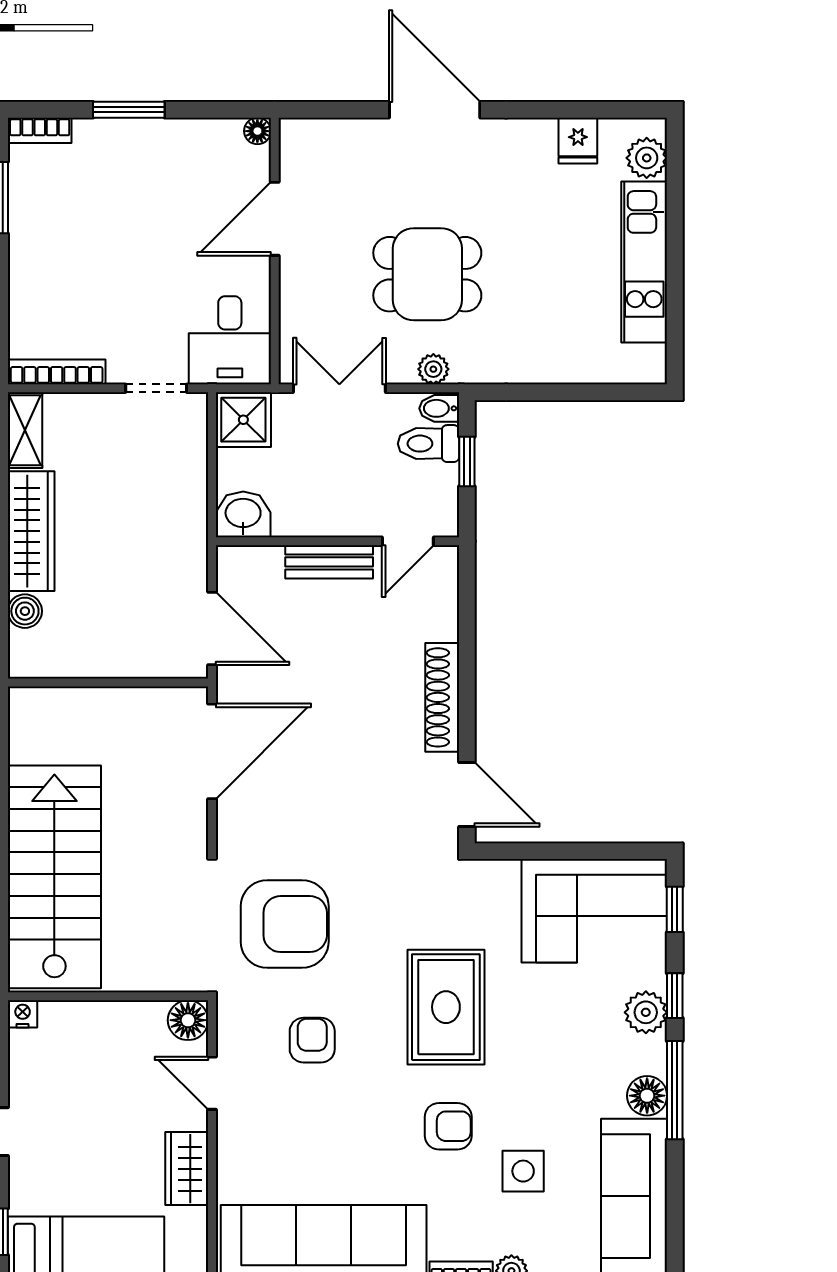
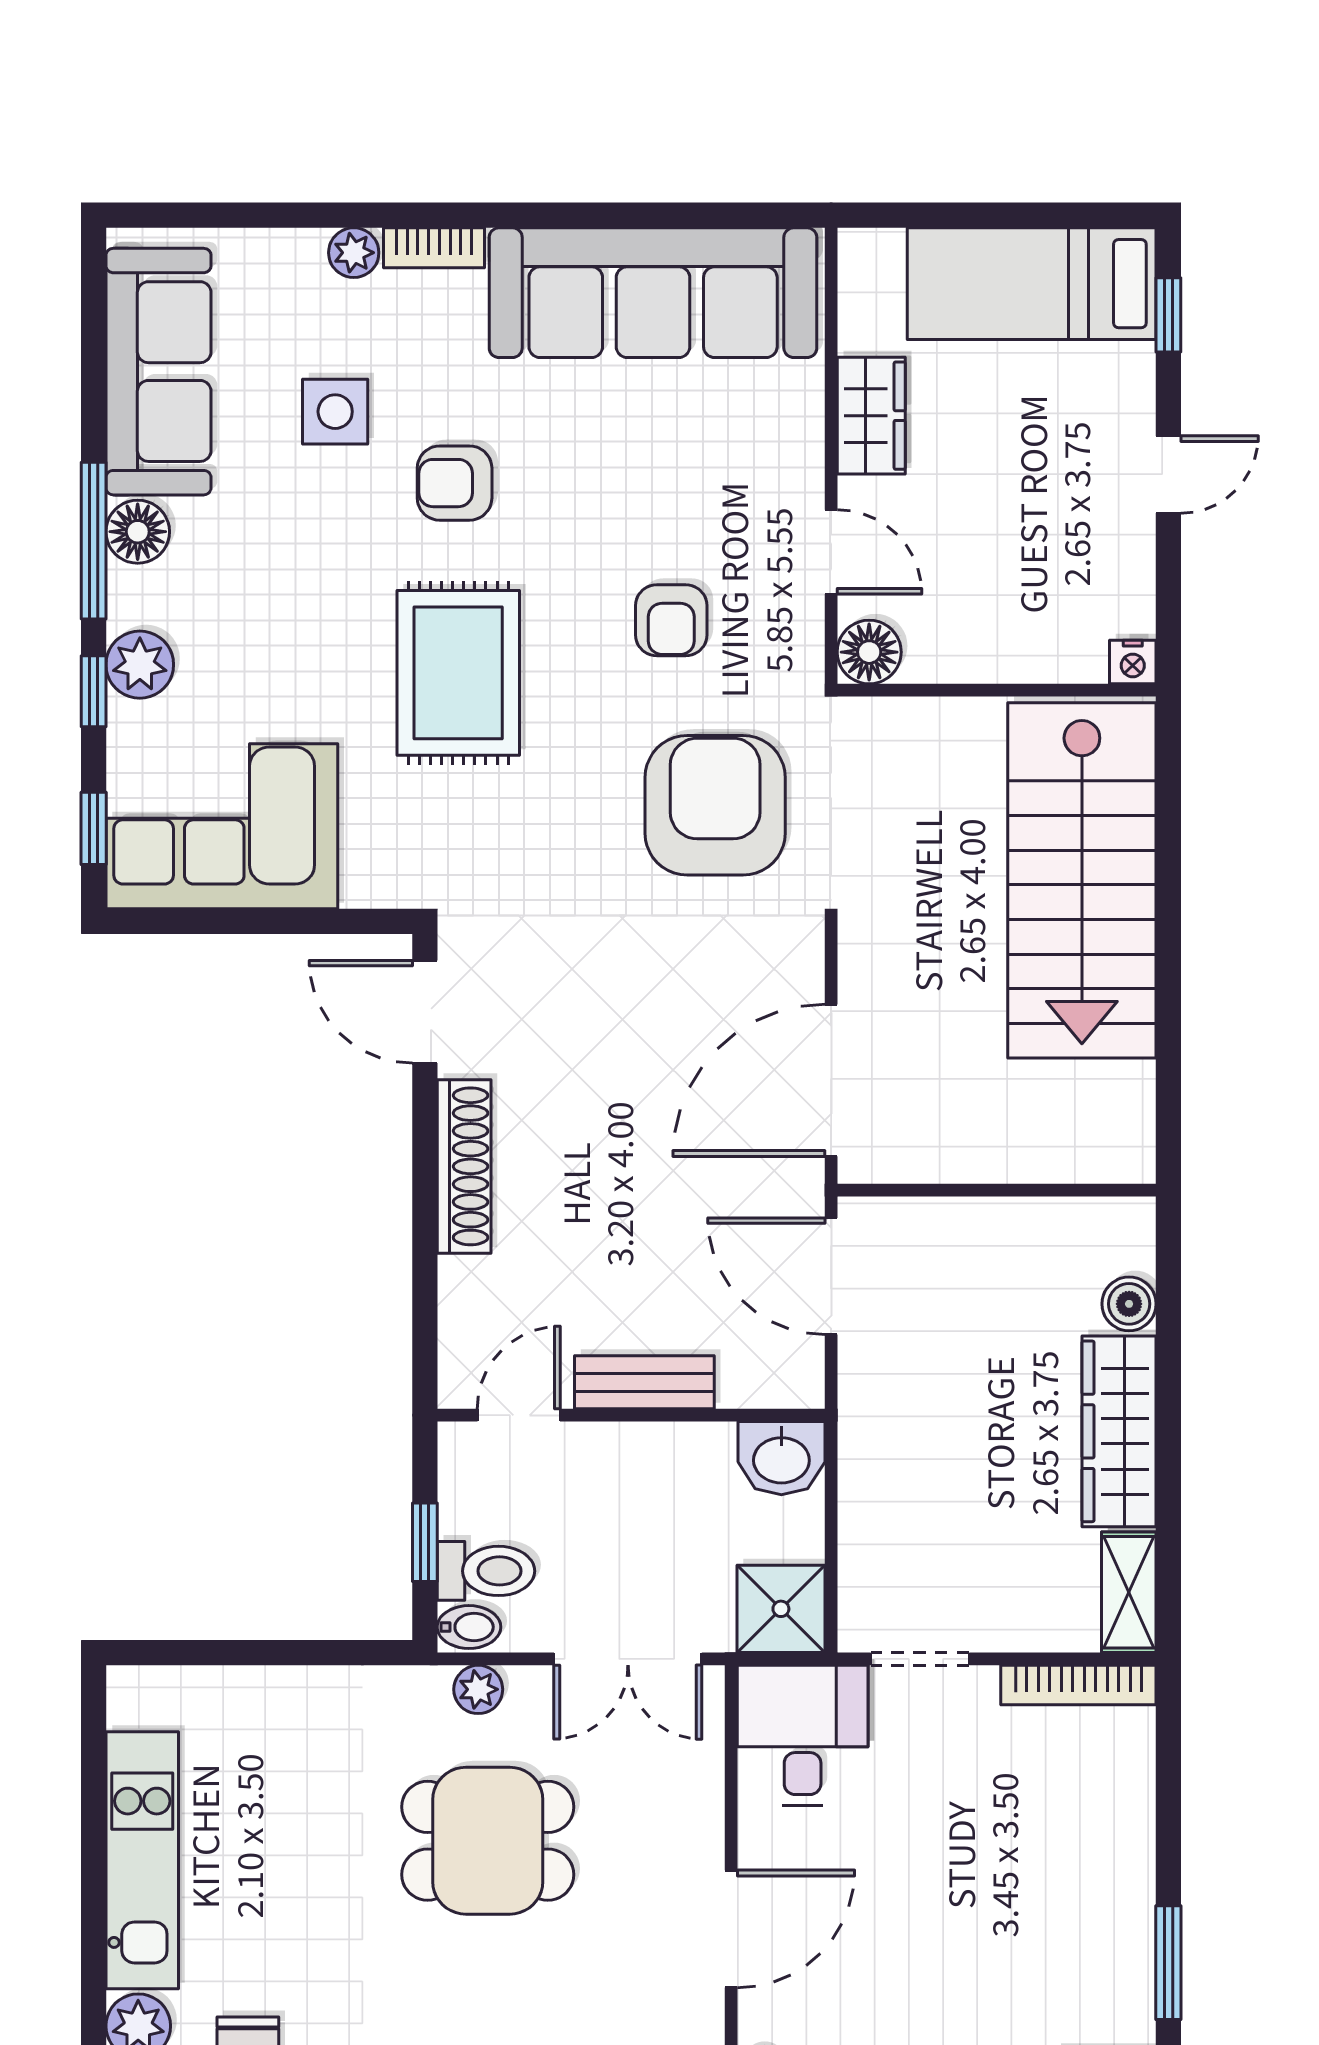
armchair: (285, 924) -> (715, 805), turned 90

